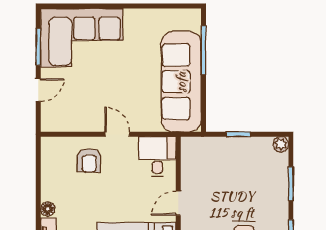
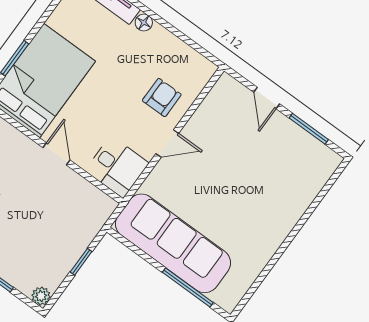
corner sofa: (82, 38) -> (287, 178), removed
armchair: (89, 160) -> (162, 98), turned 90

